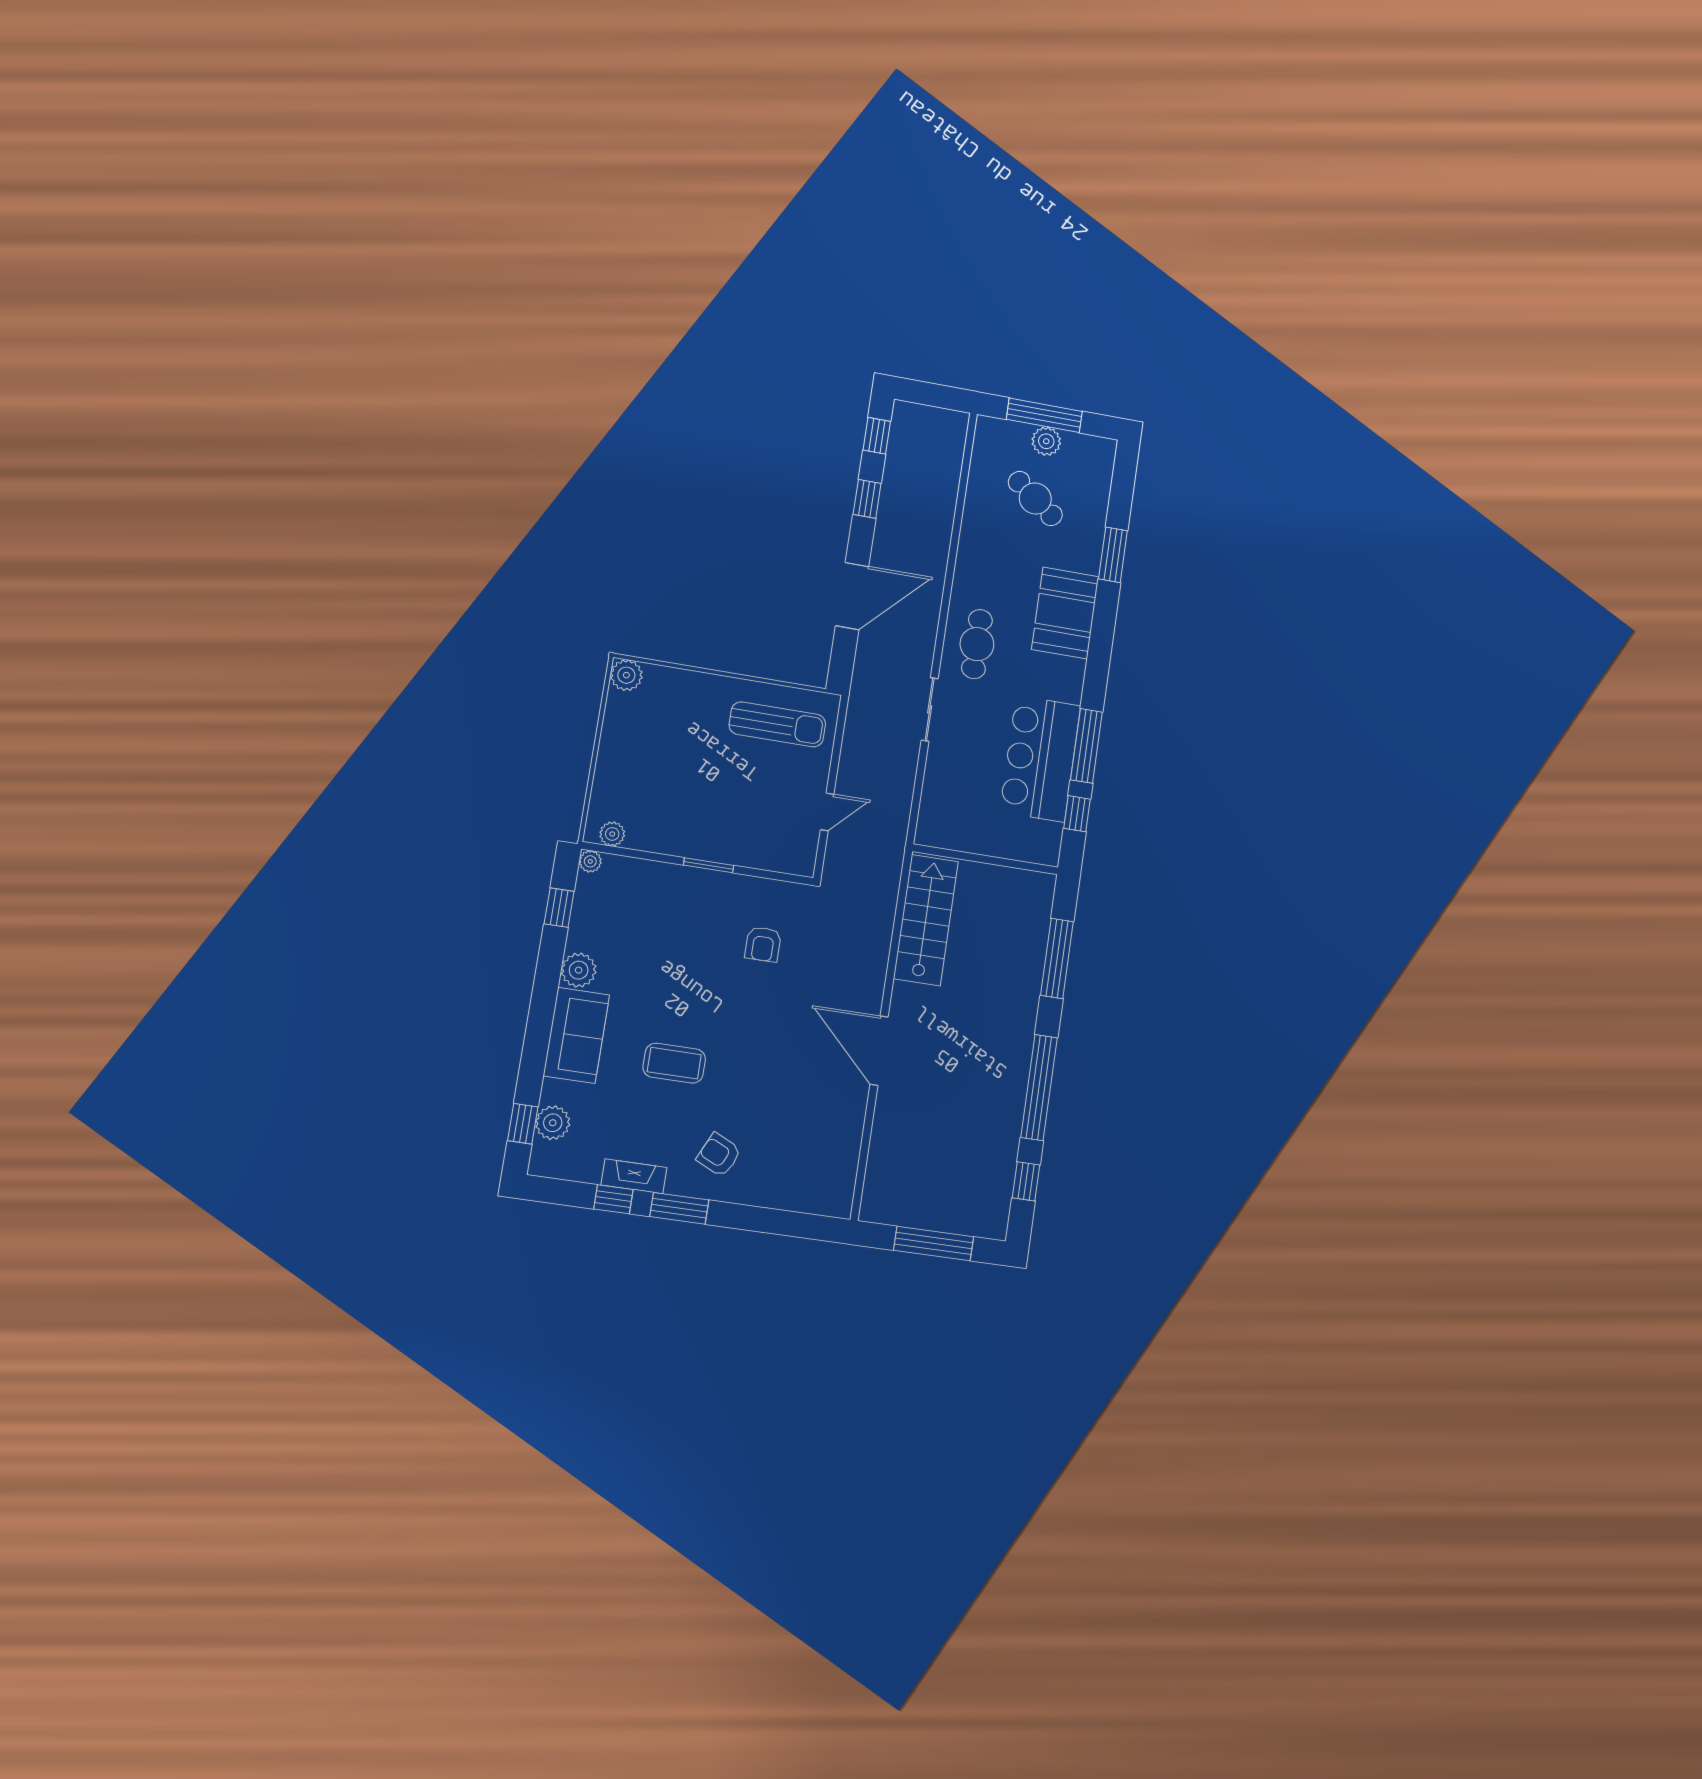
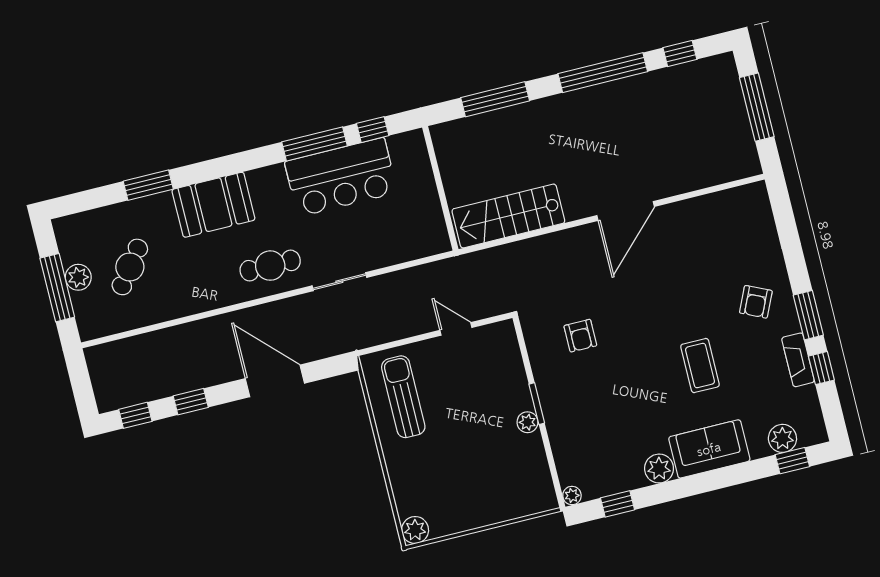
plant: (612, 834) -> (527, 422), moved
armchair: (763, 944) -> (580, 336), turned 90

